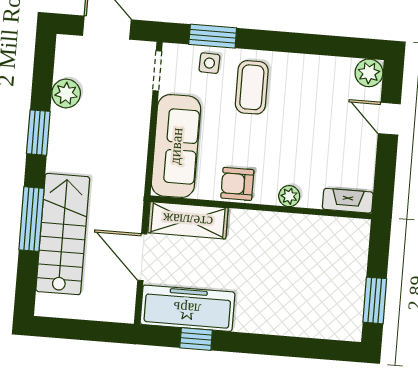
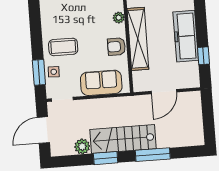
sofa: (176, 146) -> (101, 83), width x0.73
armchair: (237, 184) -> (116, 47), turned 90
shelving: (188, 220) -> (138, 39), moved, width x1.47
stairs: (63, 234) -> (123, 139), moved
freezer: (187, 308) -> (186, 36), moved

